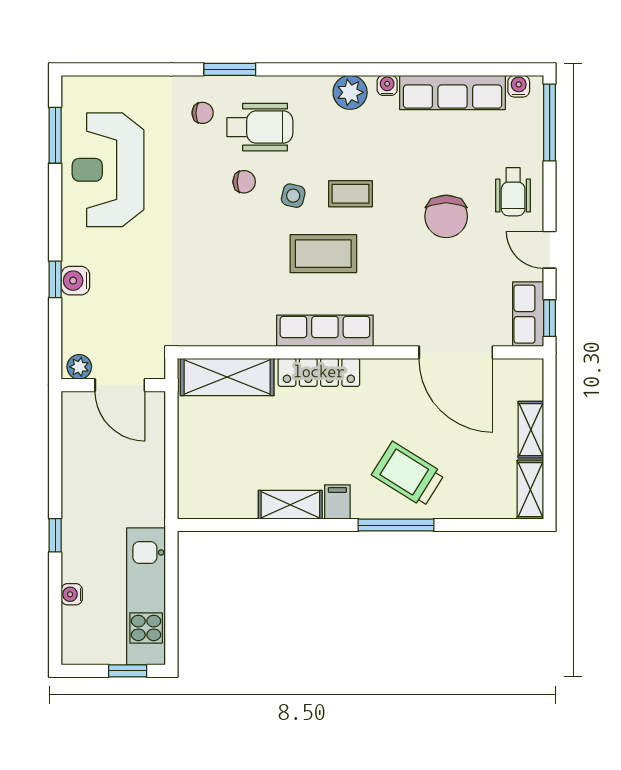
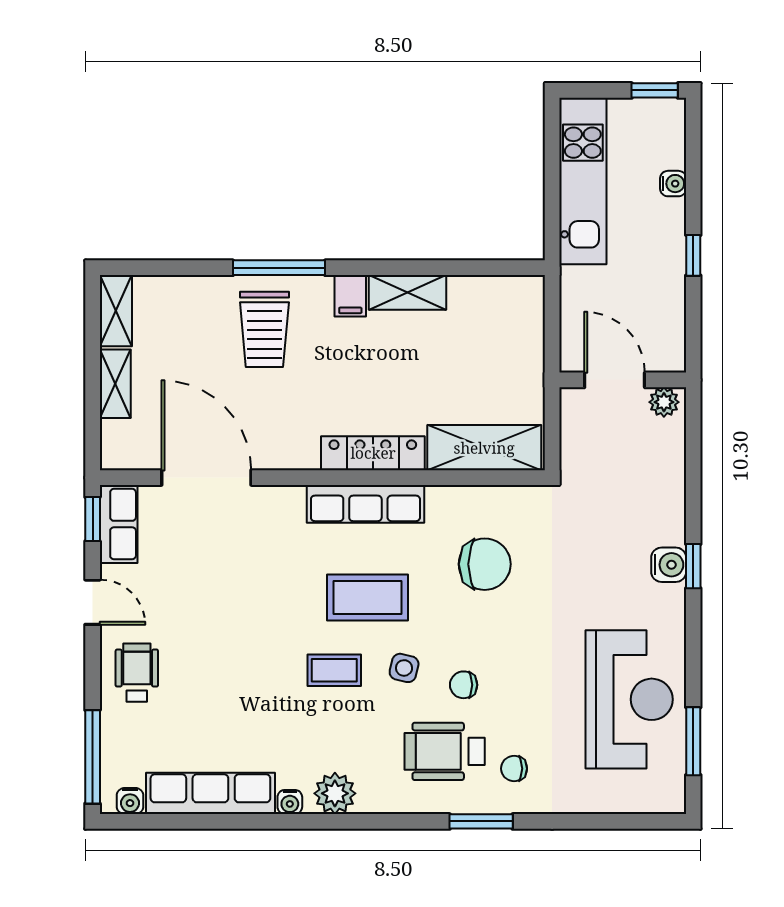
chair: (446, 216) -> (485, 564), moved, turned 90
plant: (79, 367) -> (664, 402), moved
wall: (113, 385) -> (623, 380), moved
door: (120, 385) -> (615, 380), moved
trolley: (408, 474) -> (264, 329), turned 58
window: (128, 671) -> (655, 90), moved

